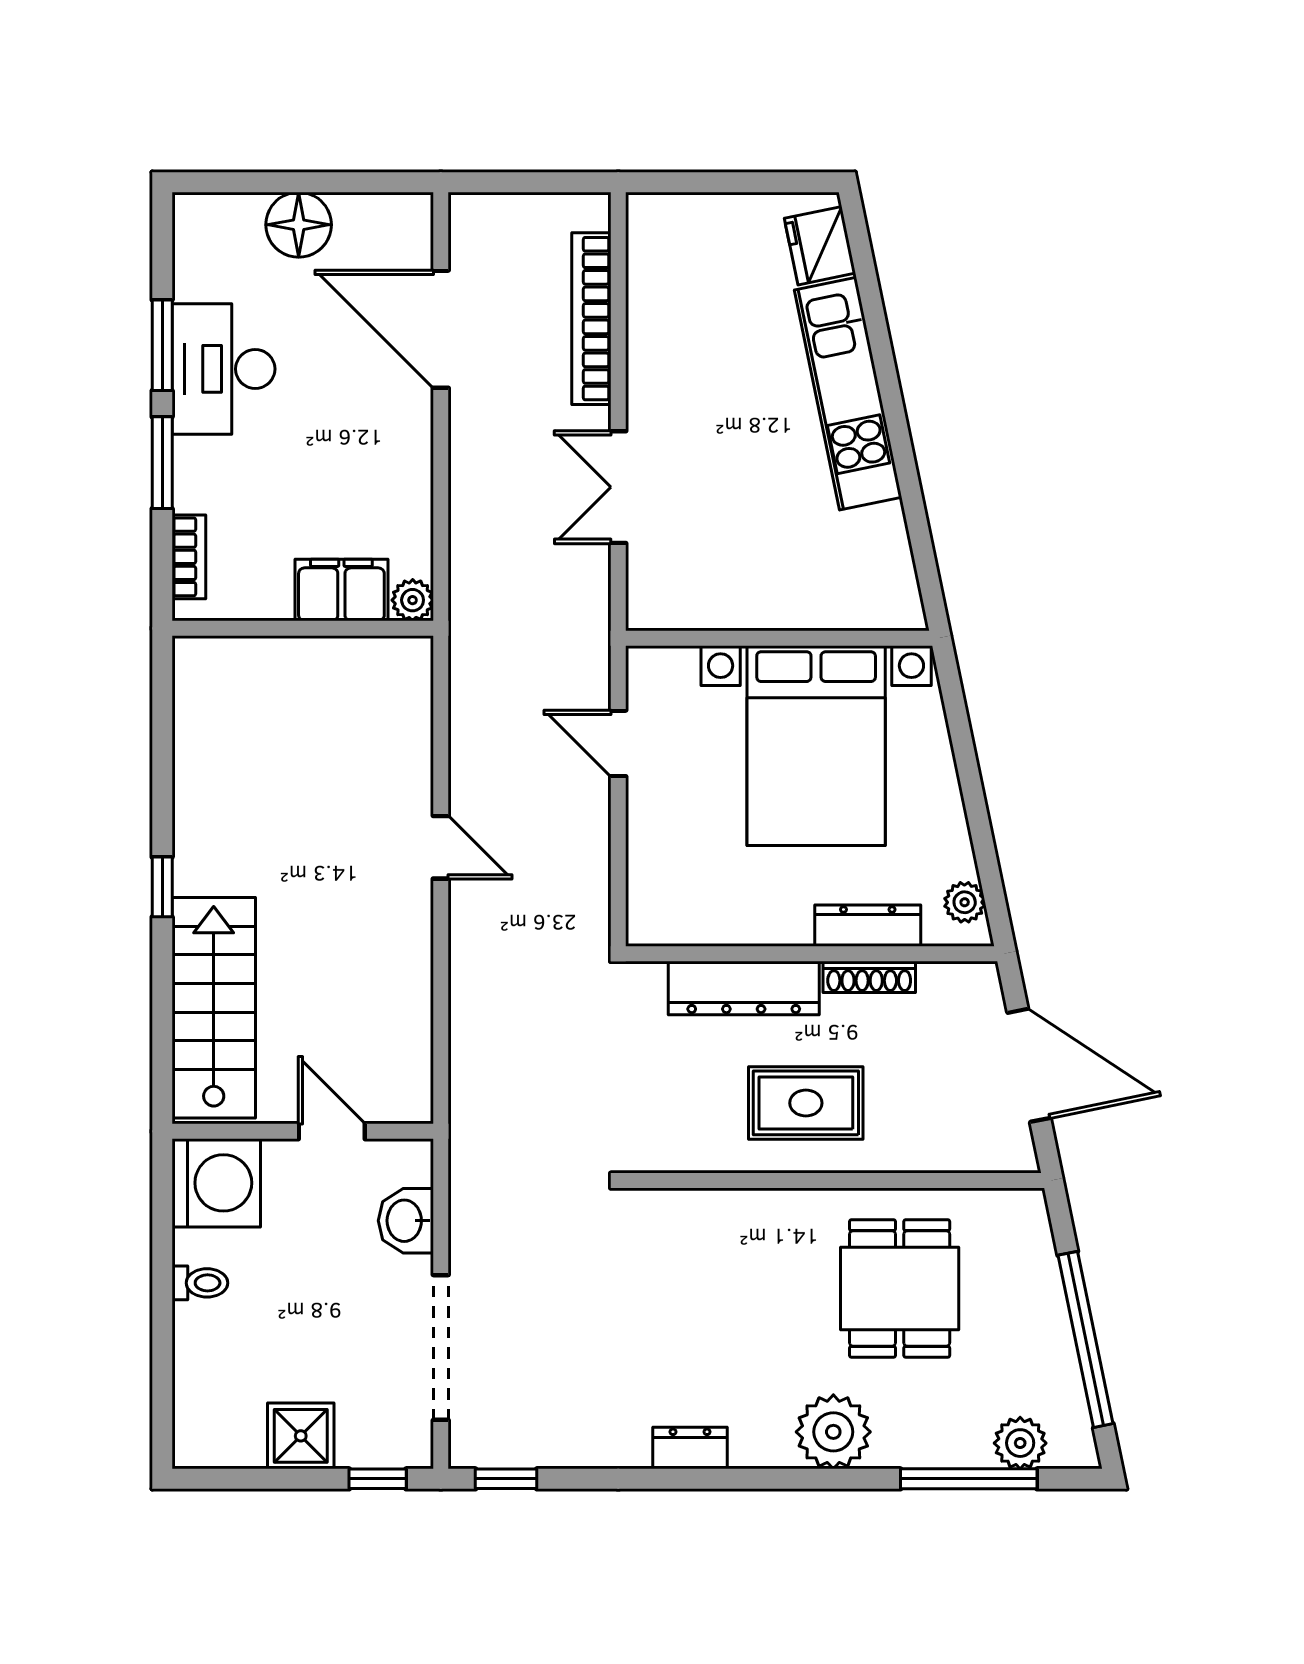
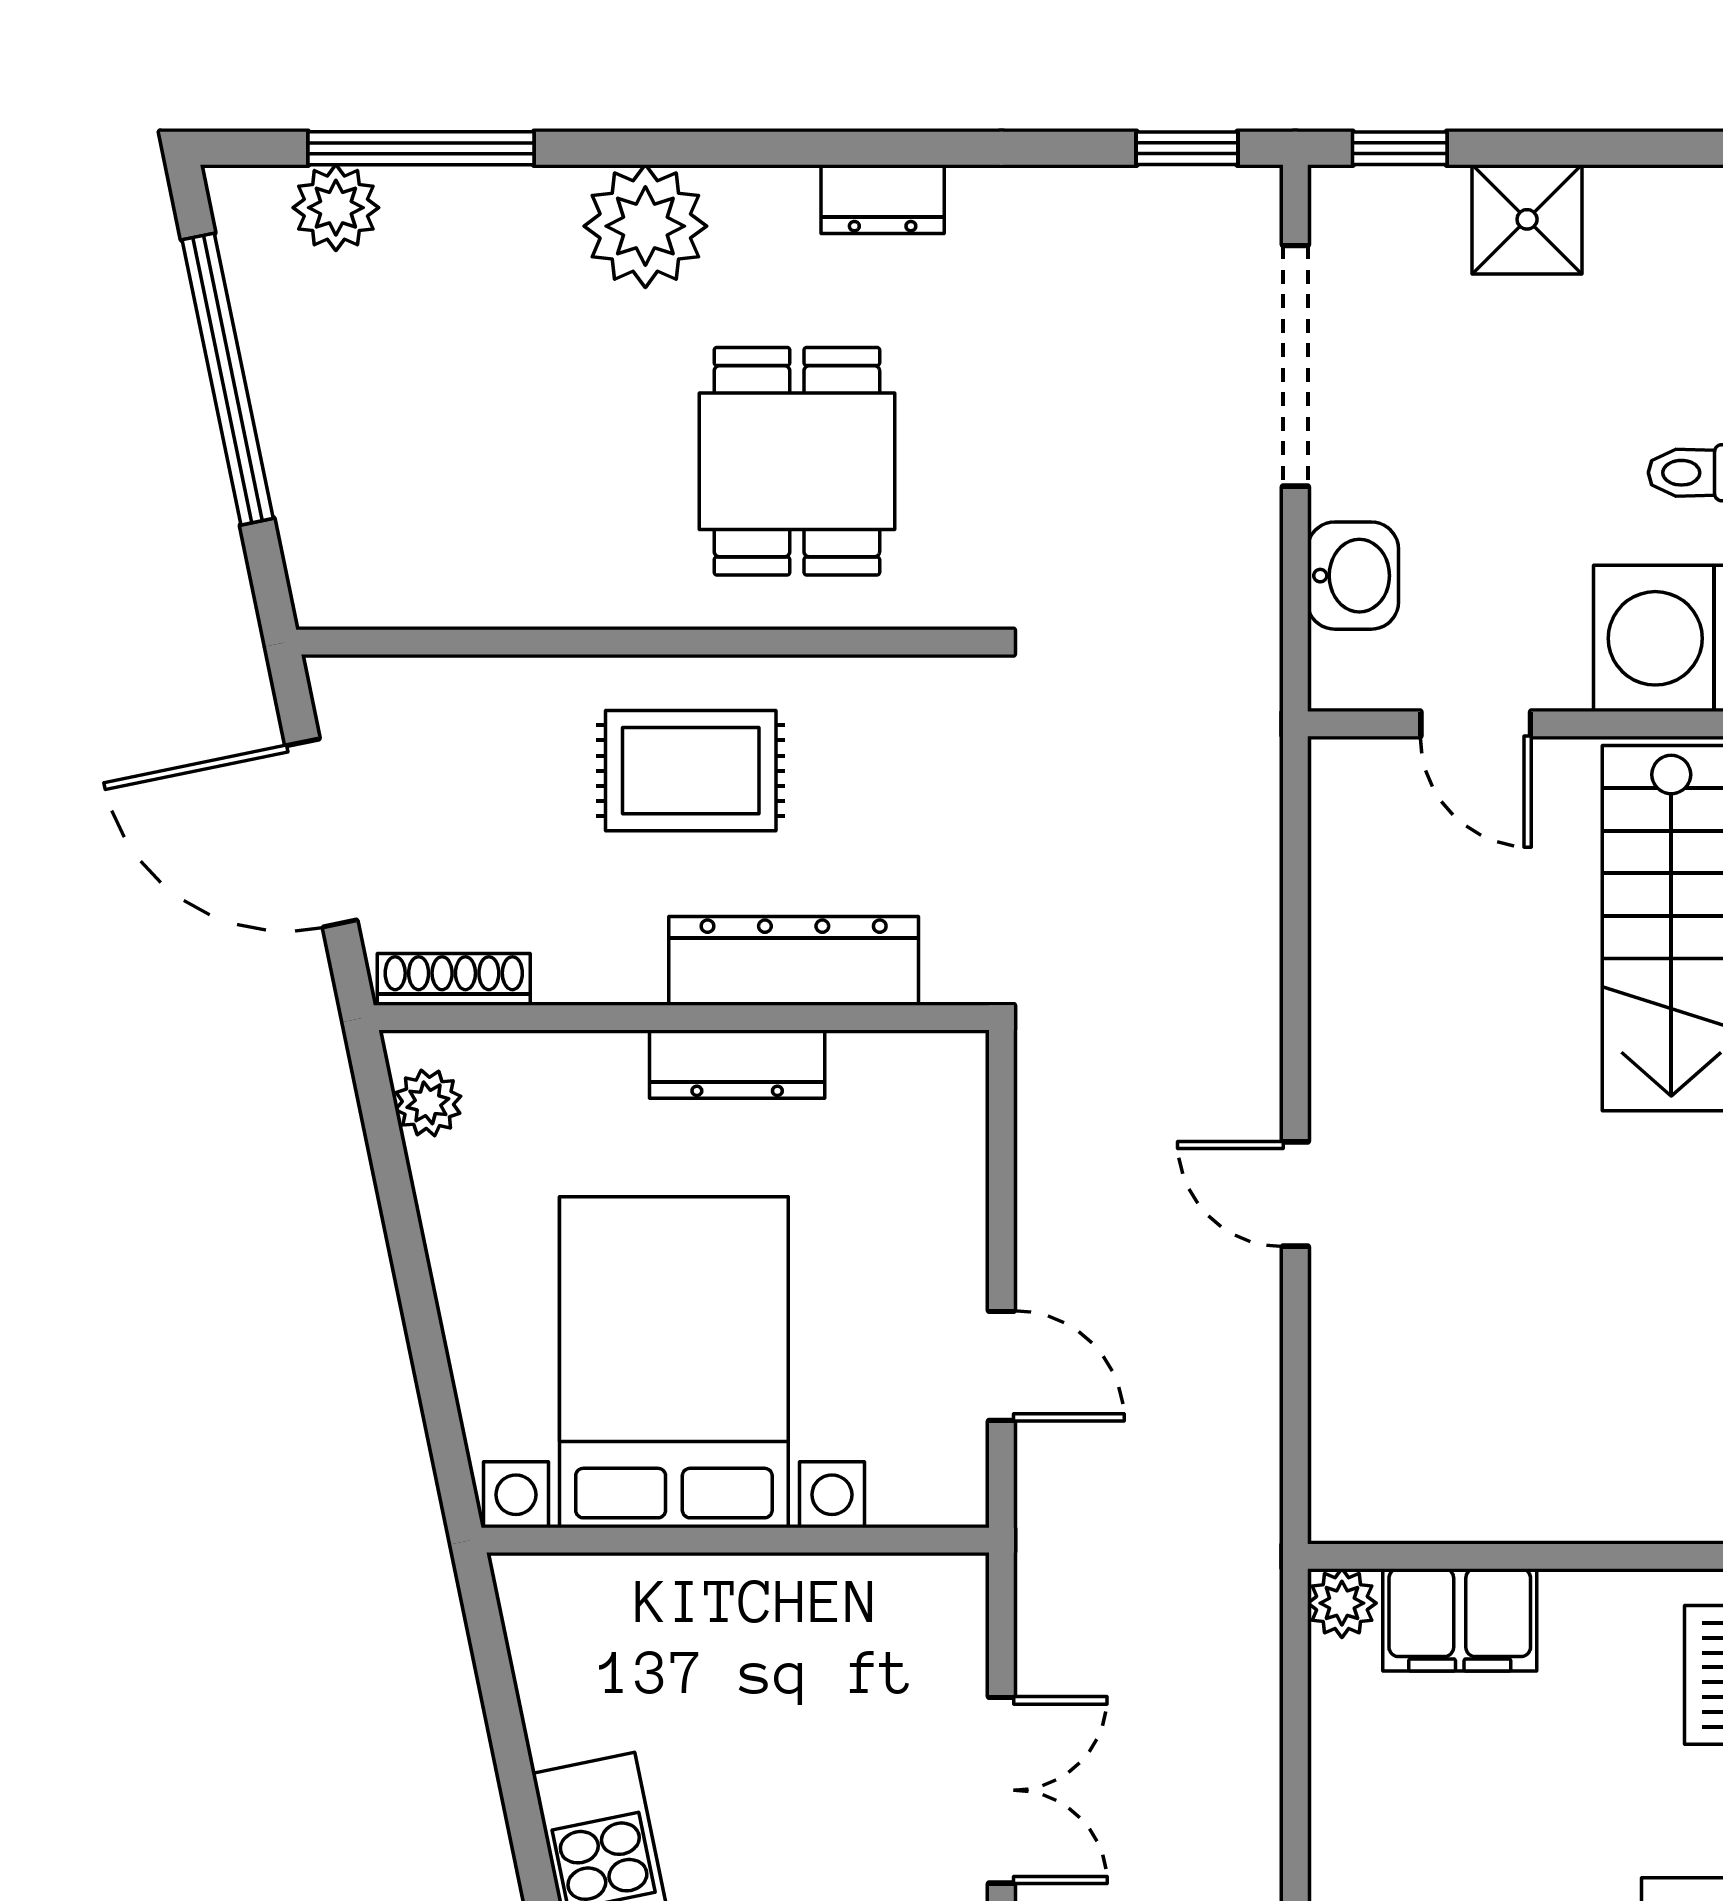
dresser: (868, 926) -> (737, 1064), moved
shoe rack: (869, 977) -> (454, 979), moved
dining table: (900, 1288) -> (797, 461), moved

